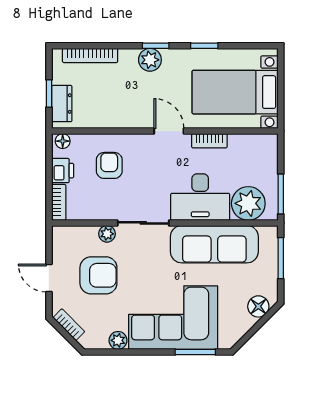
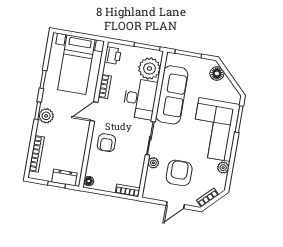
armchair: (109, 165) -> (106, 143), moved, turned -90
printer: (63, 171) -> (113, 56), moved, turned 90

